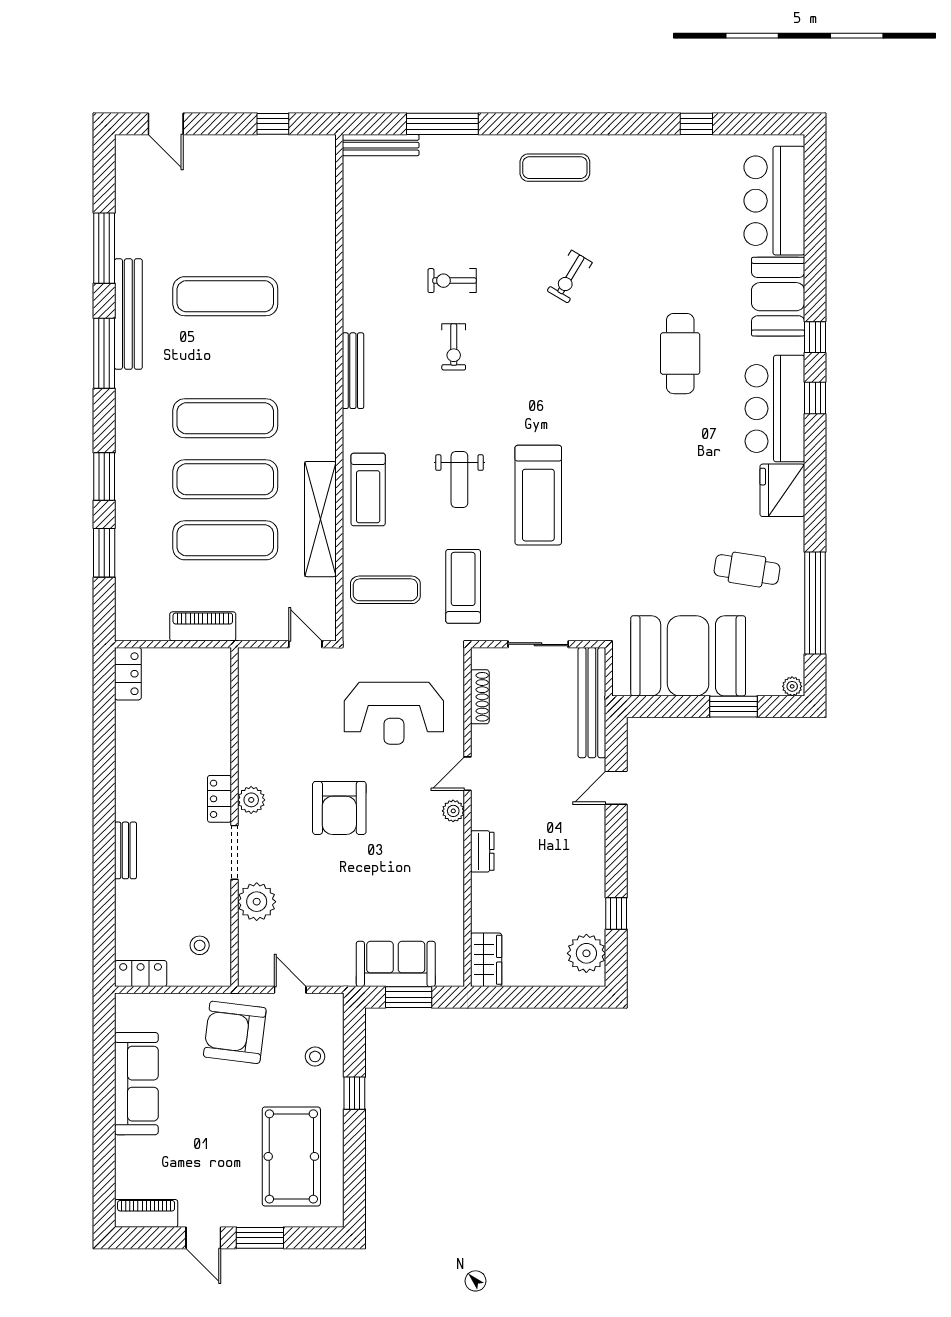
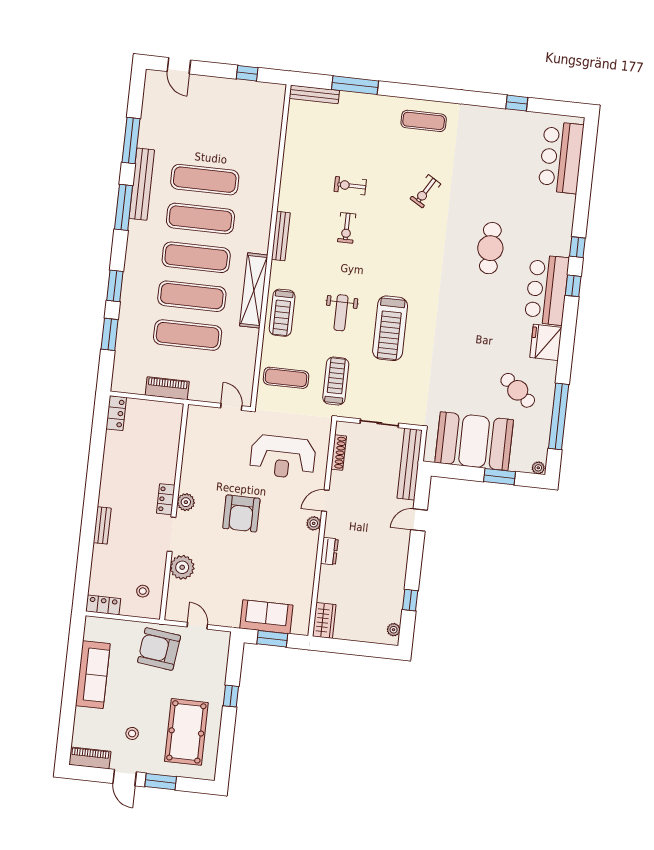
booth: (778, 297) -> (557, 219), removed
exercise mat: (225, 357) -> (200, 218), added
shelving: (320, 519) -> (254, 290), moved
cafe table: (747, 570) -> (518, 390), turned 31
plant: (586, 953) -> (394, 630), width x0.53, depth x0.53
stool: (315, 1056) -> (132, 733), moved

